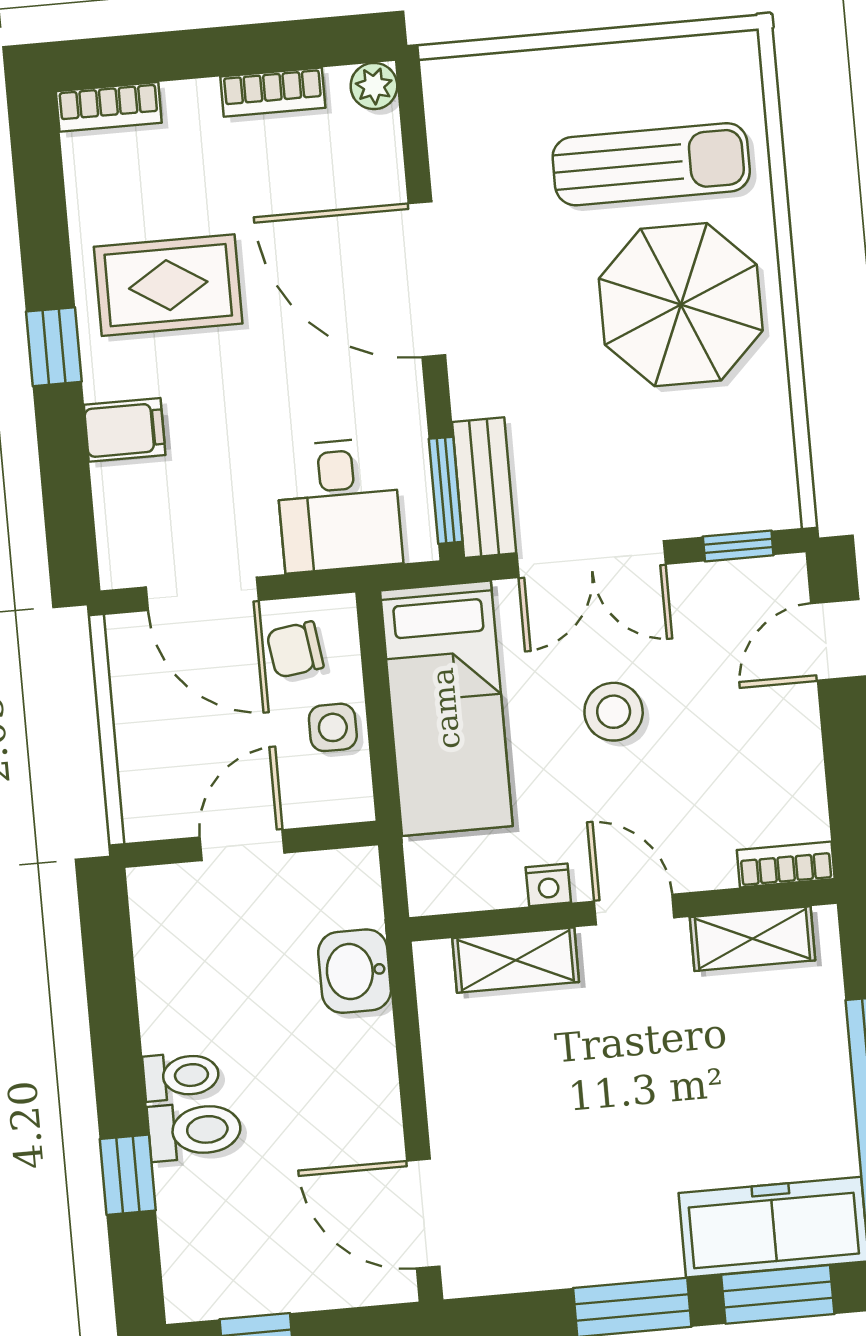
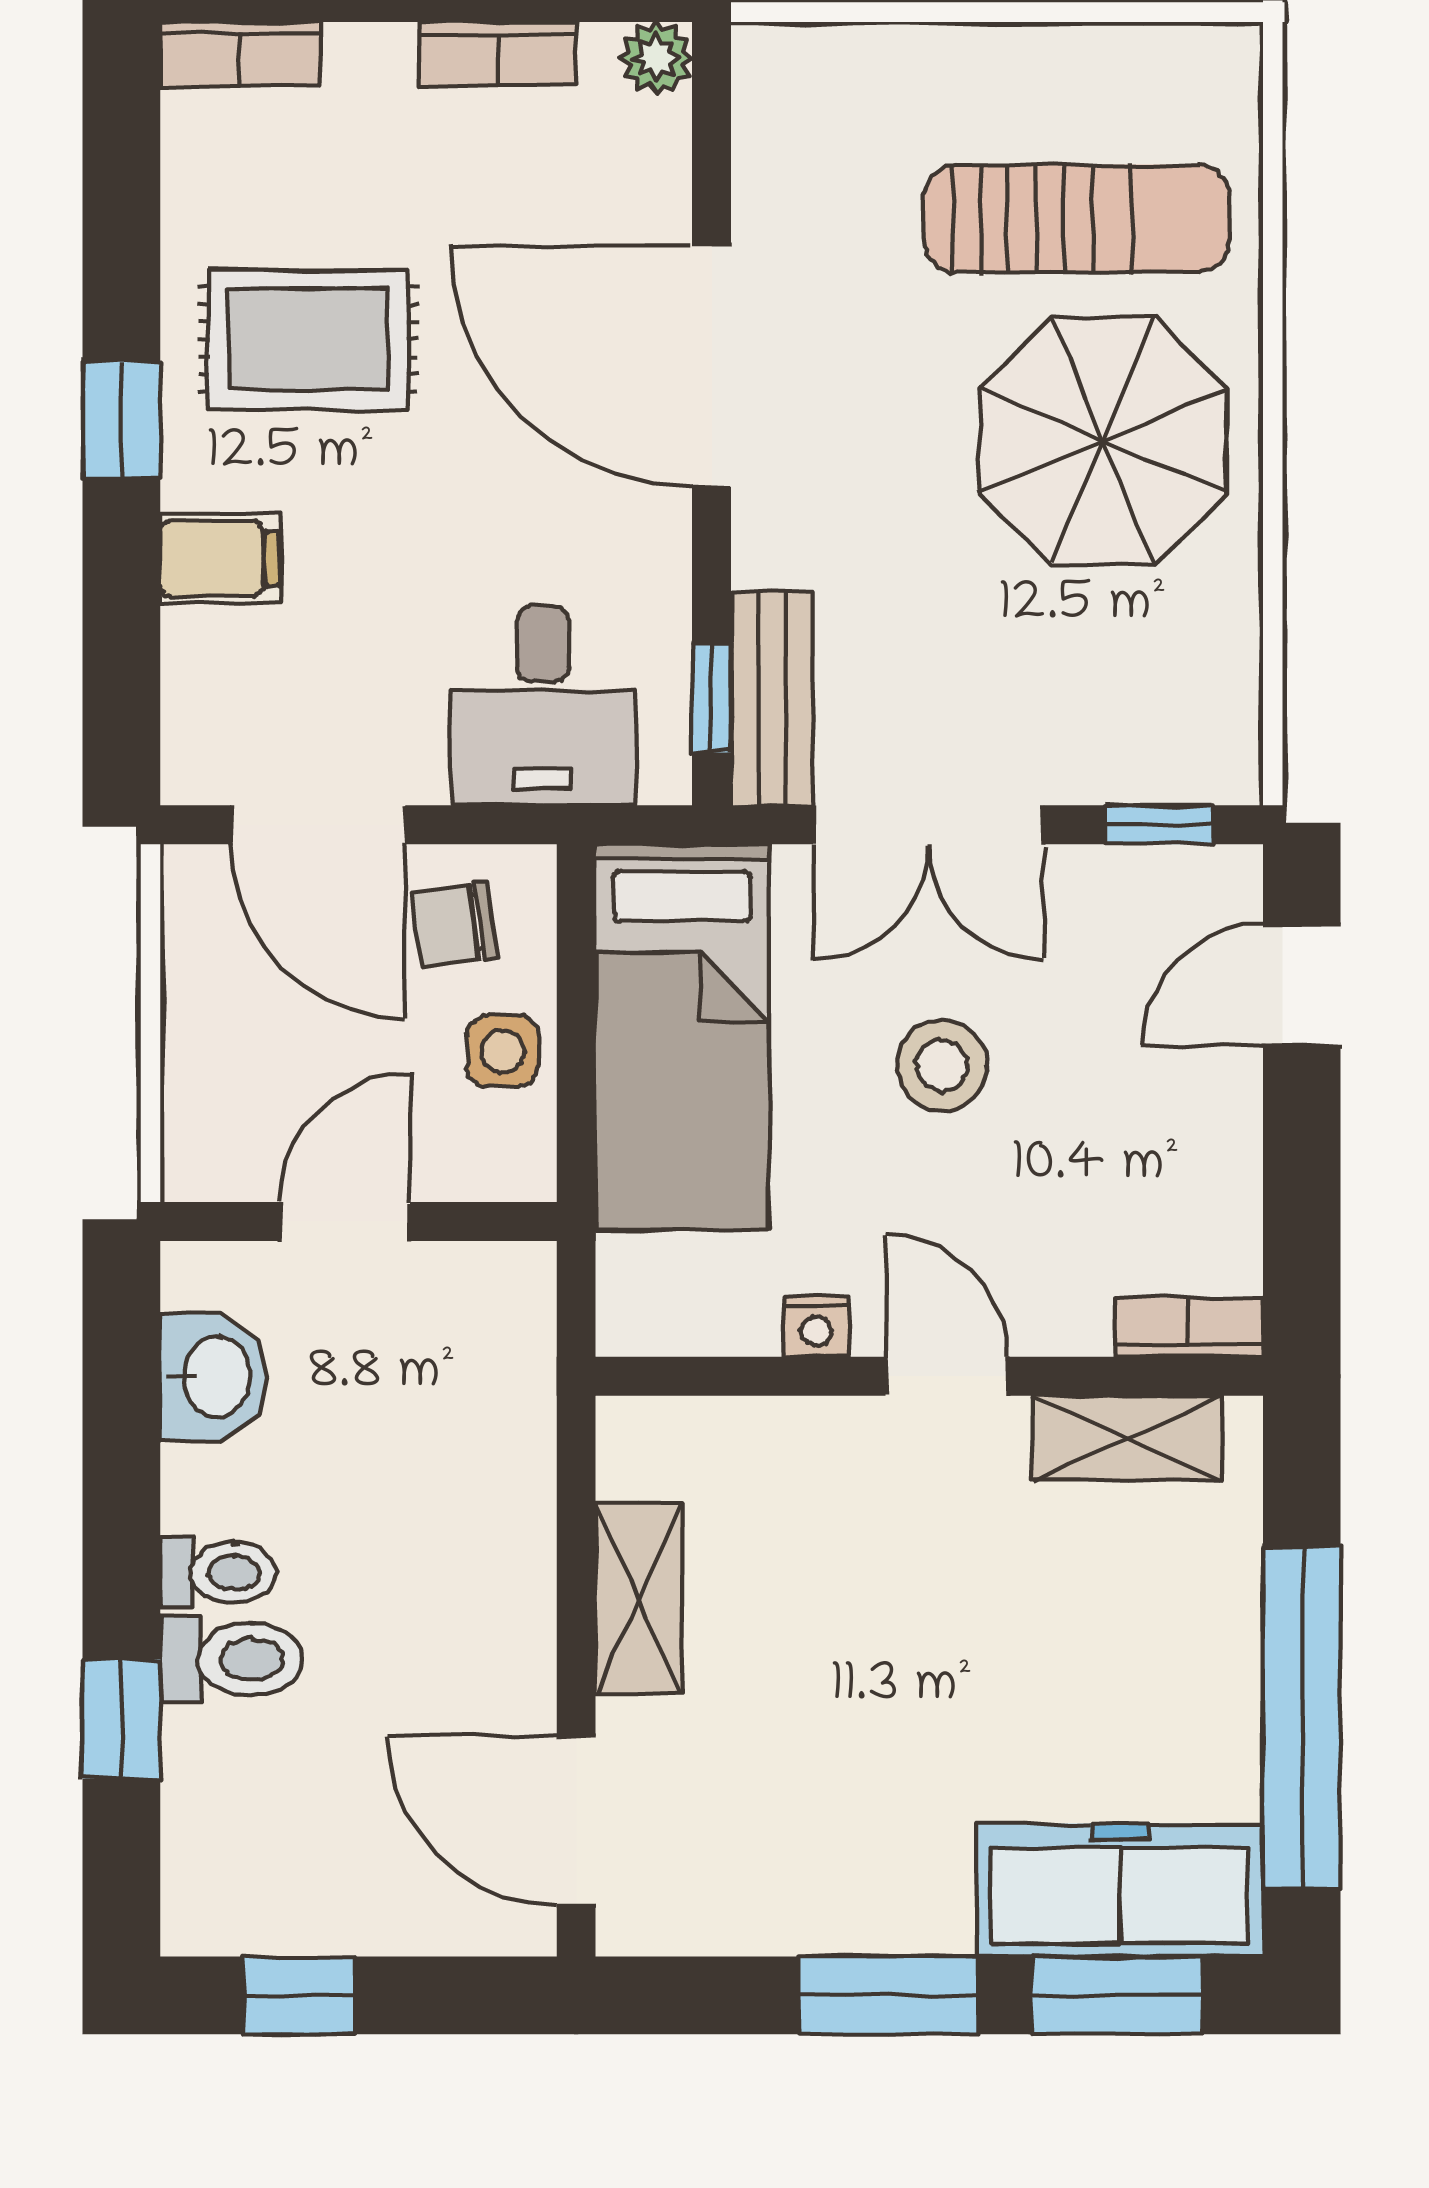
window: (446, 490) -> (712, 698), width x0.67
shelving: (516, 960) -> (638, 1598), moved, turned 90
washbasin: (355, 971) -> (214, 1377), moved, turned 180

